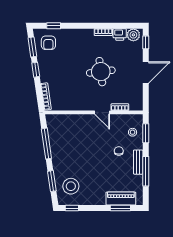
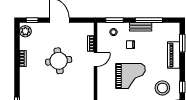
printer: (120, 34) -> (25, 44), removed
grand piano: (84, 151) -> (131, 76), added
piano: (121, 199) -> (174, 55), moved

